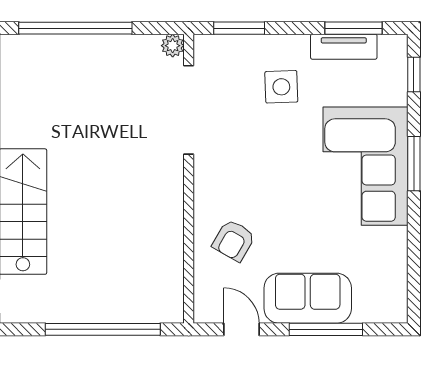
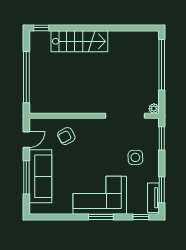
tv unit: (344, 47) -> (153, 198), moved
armchair: (234, 240) -> (66, 136), turned -58
sofa: (308, 298) -> (40, 176), width x1.36

